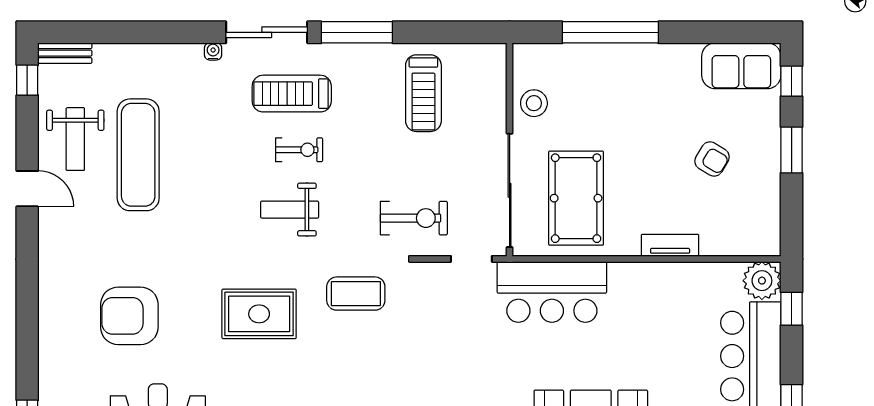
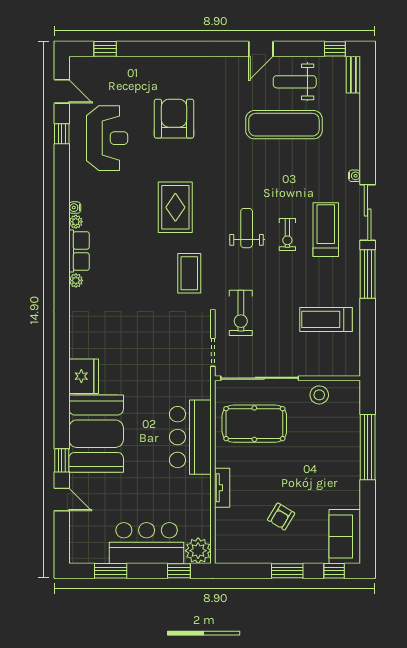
bar counter: (552, 292) -> (190, 437), moved

